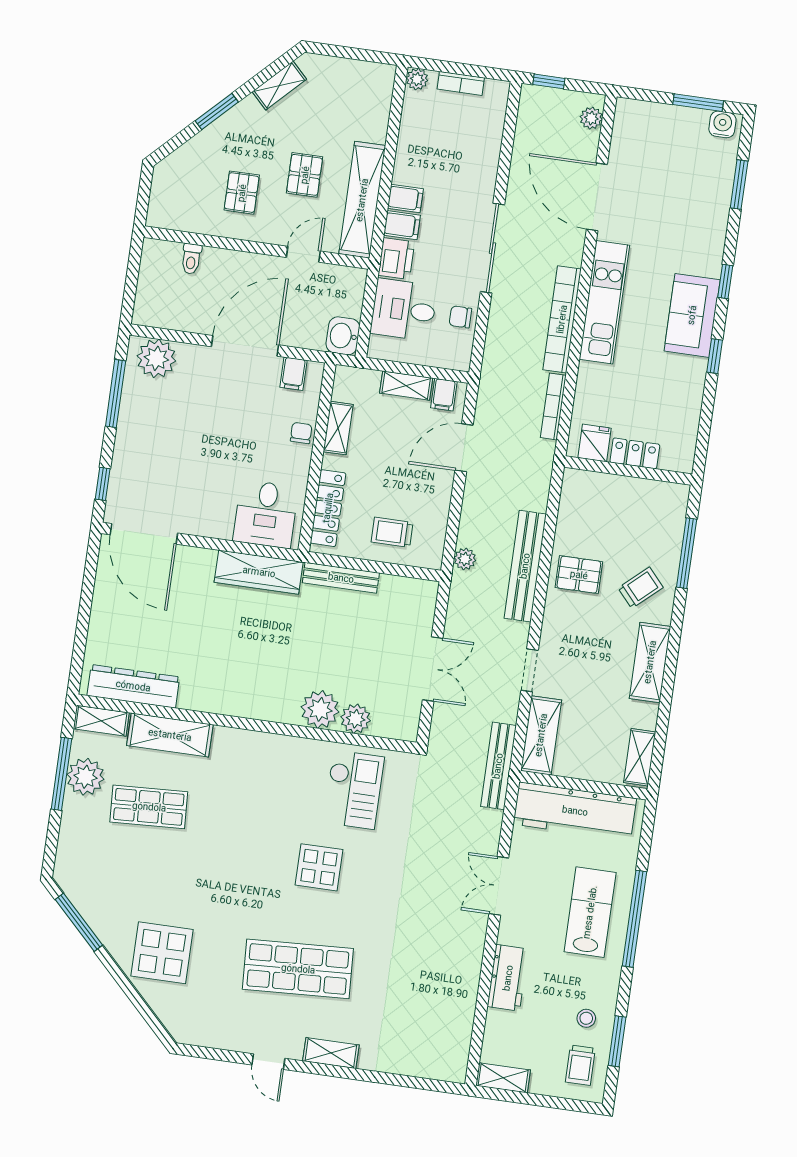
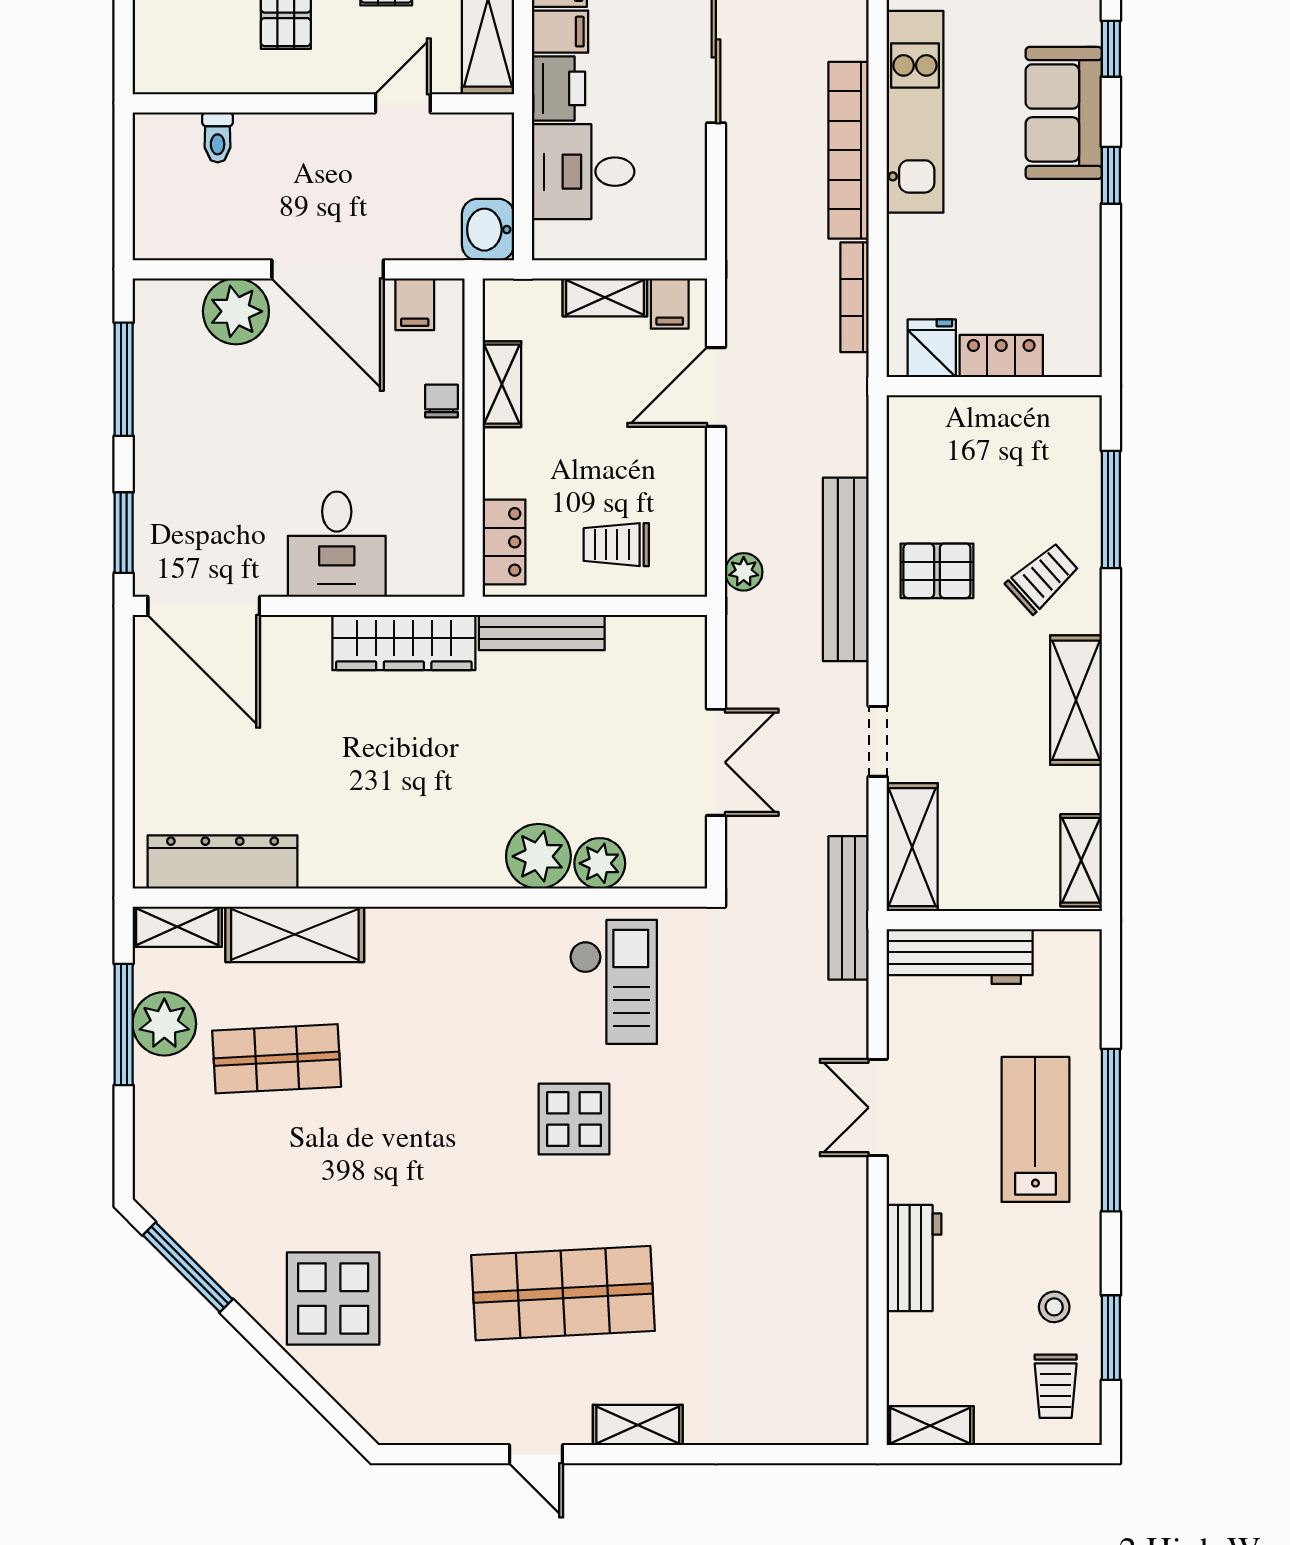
chair: (460, 317) -> (679, 170), removed
door: (245, 346) -> (328, 269), swing flipped
plant: (156, 358) -> (236, 311), moved
window: (103, 484) -> (124, 533), width x1.50
locker: (328, 508) -> (504, 542), width x0.66
desk: (266, 514) -> (337, 544), moved
workbench: (575, 811) -> (960, 957), width x0.73, depth x0.76

